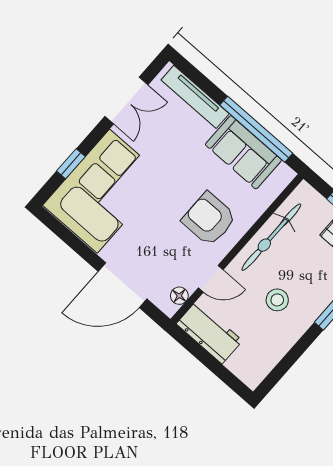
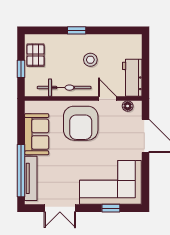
double door: (126, 101) -> (60, 208), swing flipped
window: (256, 129) -> (21, 171), moved
armchair: (209, 219) -> (81, 123), width x1.36, depth x1.36

